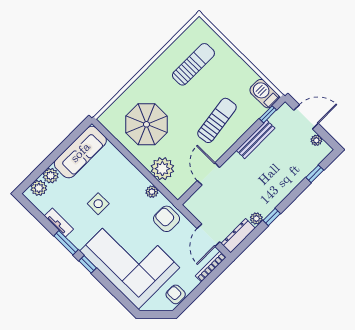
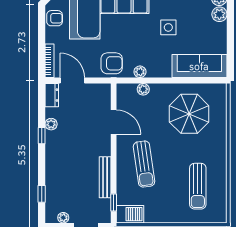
sofa: (80, 152) -> (199, 66), moved, turned 90
plant: (162, 169) -> (143, 89), width x0.53, depth x0.53
dresser: (238, 236) -> (52, 95), width x0.70

